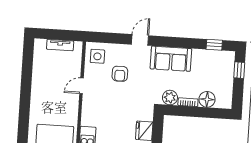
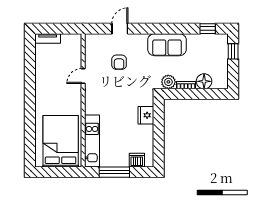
door: (140, 40) -> (120, 29), moved
tv unit: (60, 45) -> (48, 38), moved
side table: (97, 56) -> (97, 47), removed

